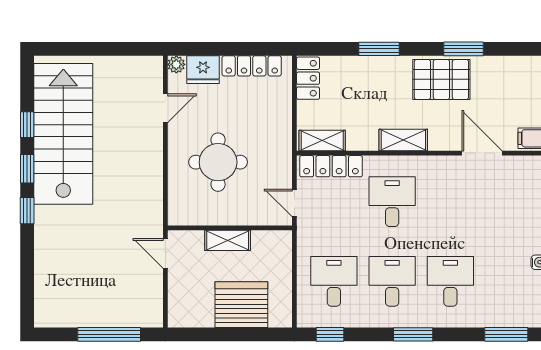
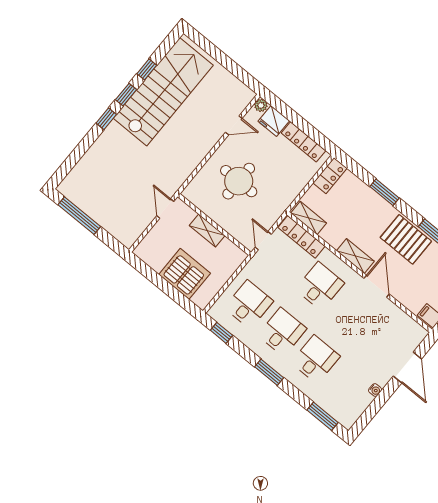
door: (482, 153) -> (377, 286), moved
window: (109, 334) -> (79, 216), moved

